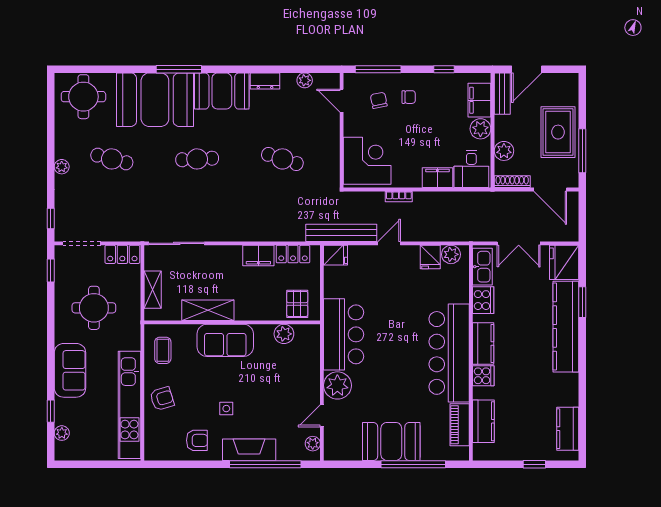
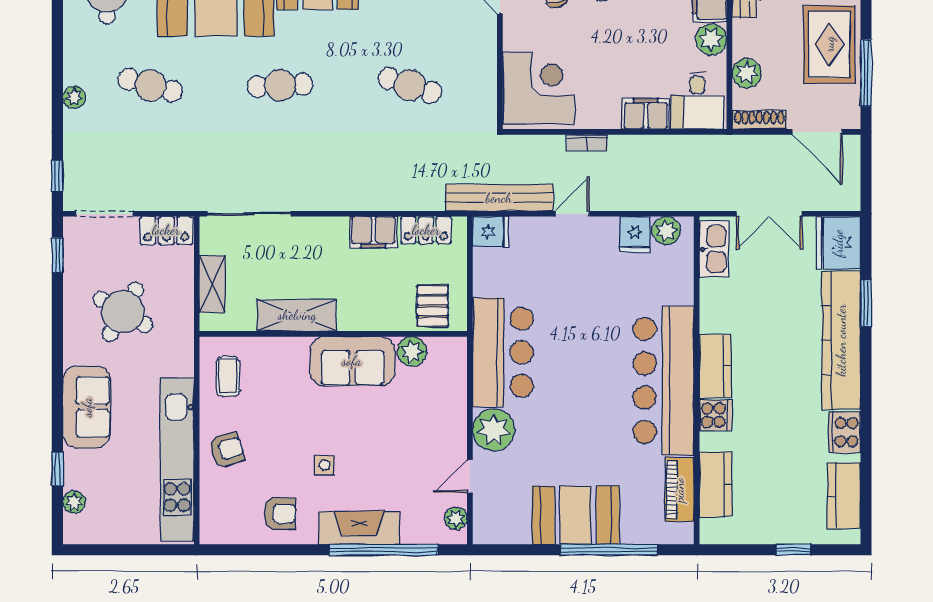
cooker: (483, 300) -> (845, 432), moved, turned 180
round table: (94, 308) -> (123, 312), turned 30
sofa: (225, 340) -> (352, 361), moved

